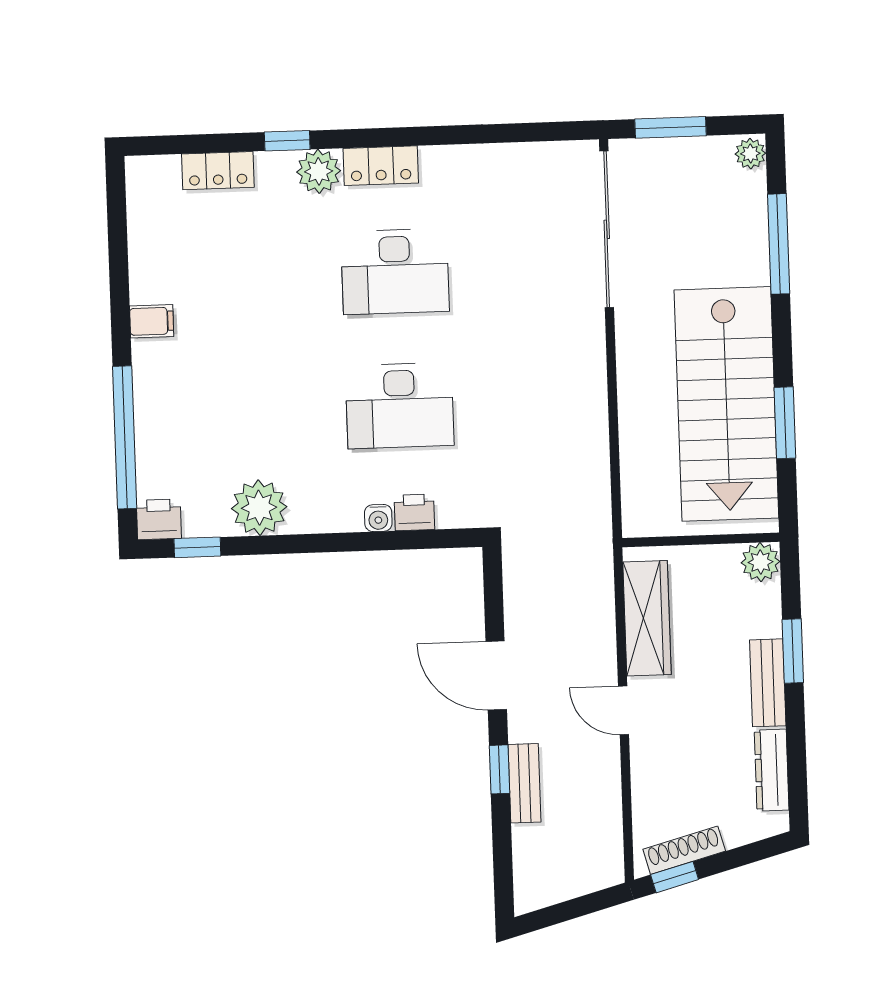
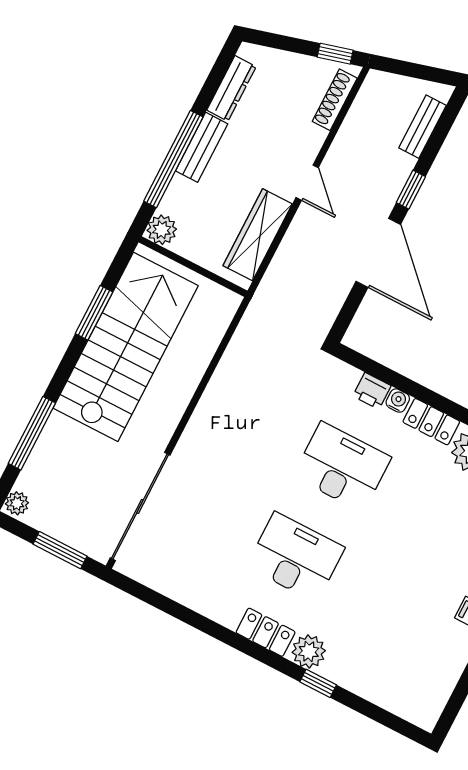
locker: (218, 171) -> (431, 422), moved, turned 180
window: (793, 651) -> (173, 159), width x2.11
door: (496, 675) -> (378, 253), width x1.36
bench: (525, 783) -> (422, 127), moved
shoe rack: (684, 850) -> (335, 100), moved, turned 105

